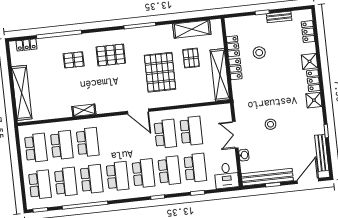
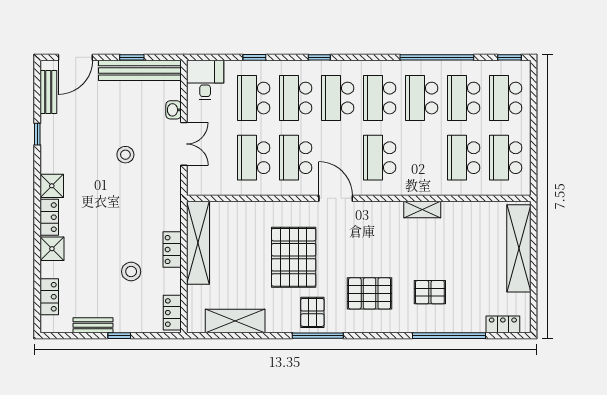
locker: (233, 46) -> (172, 313), moved
pallet: (191, 58) -> (312, 312), moved
school desk: (88, 142) -> (380, 158), moved
bench: (322, 153) -> (48, 92), width x0.73

